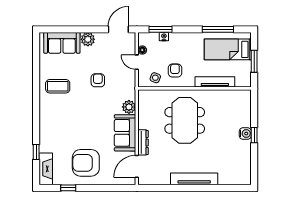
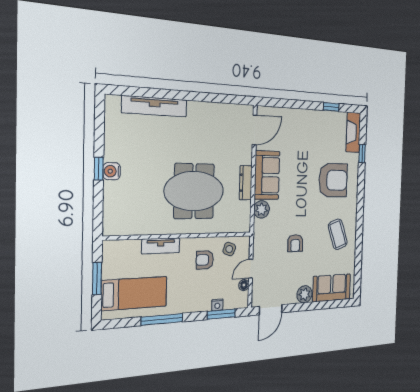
window: (218, 29) -> (162, 319), moved
door: (137, 62) -> (251, 269), swing flipped
armchair: (175, 71) -> (205, 260), turned 90
tv unit: (215, 82) -> (161, 246), width x0.71
coffee table: (58, 86) -> (338, 234), turned 70
meeting table: (185, 120) -> (194, 191), turned 90
dresser: (143, 142) -> (246, 183), moved
armchair: (86, 163) -> (333, 180), moved
tv unit: (194, 179) -> (155, 106), moved

